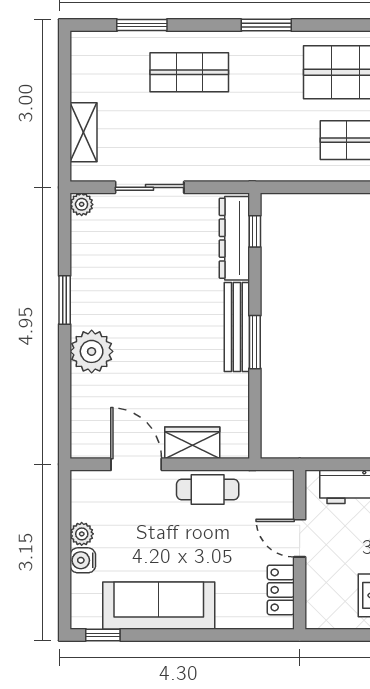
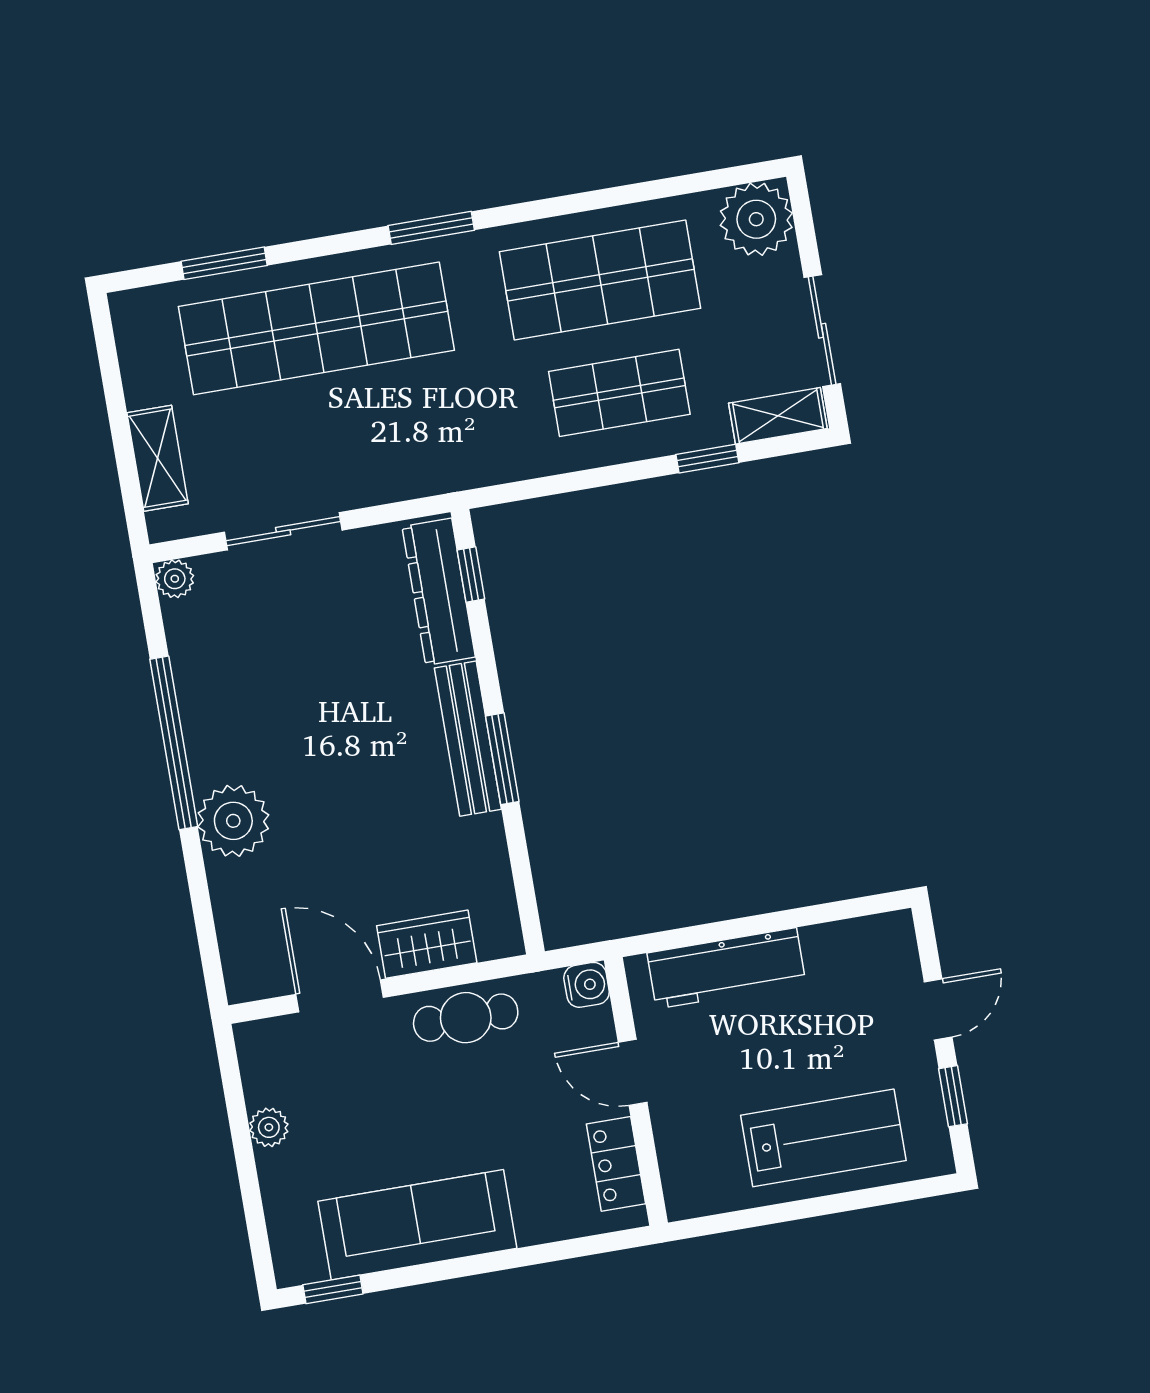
shop shelf: (189, 72) -> (316, 328), width x2.00, depth x1.36
window: (65, 300) -> (174, 743), width x2.11
water cooler: (83, 560) -> (587, 985), moved, turned 180

